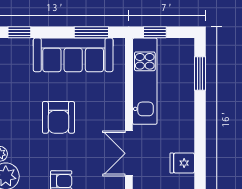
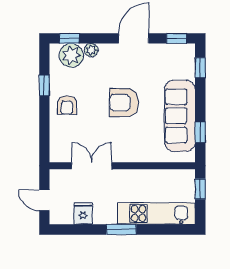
window: (91, 32) -> (200, 132), width x0.67
window: (200, 73) -> (121, 229), moved
kitchen unit: (145, 81) -> (156, 214), moved, turned 180

